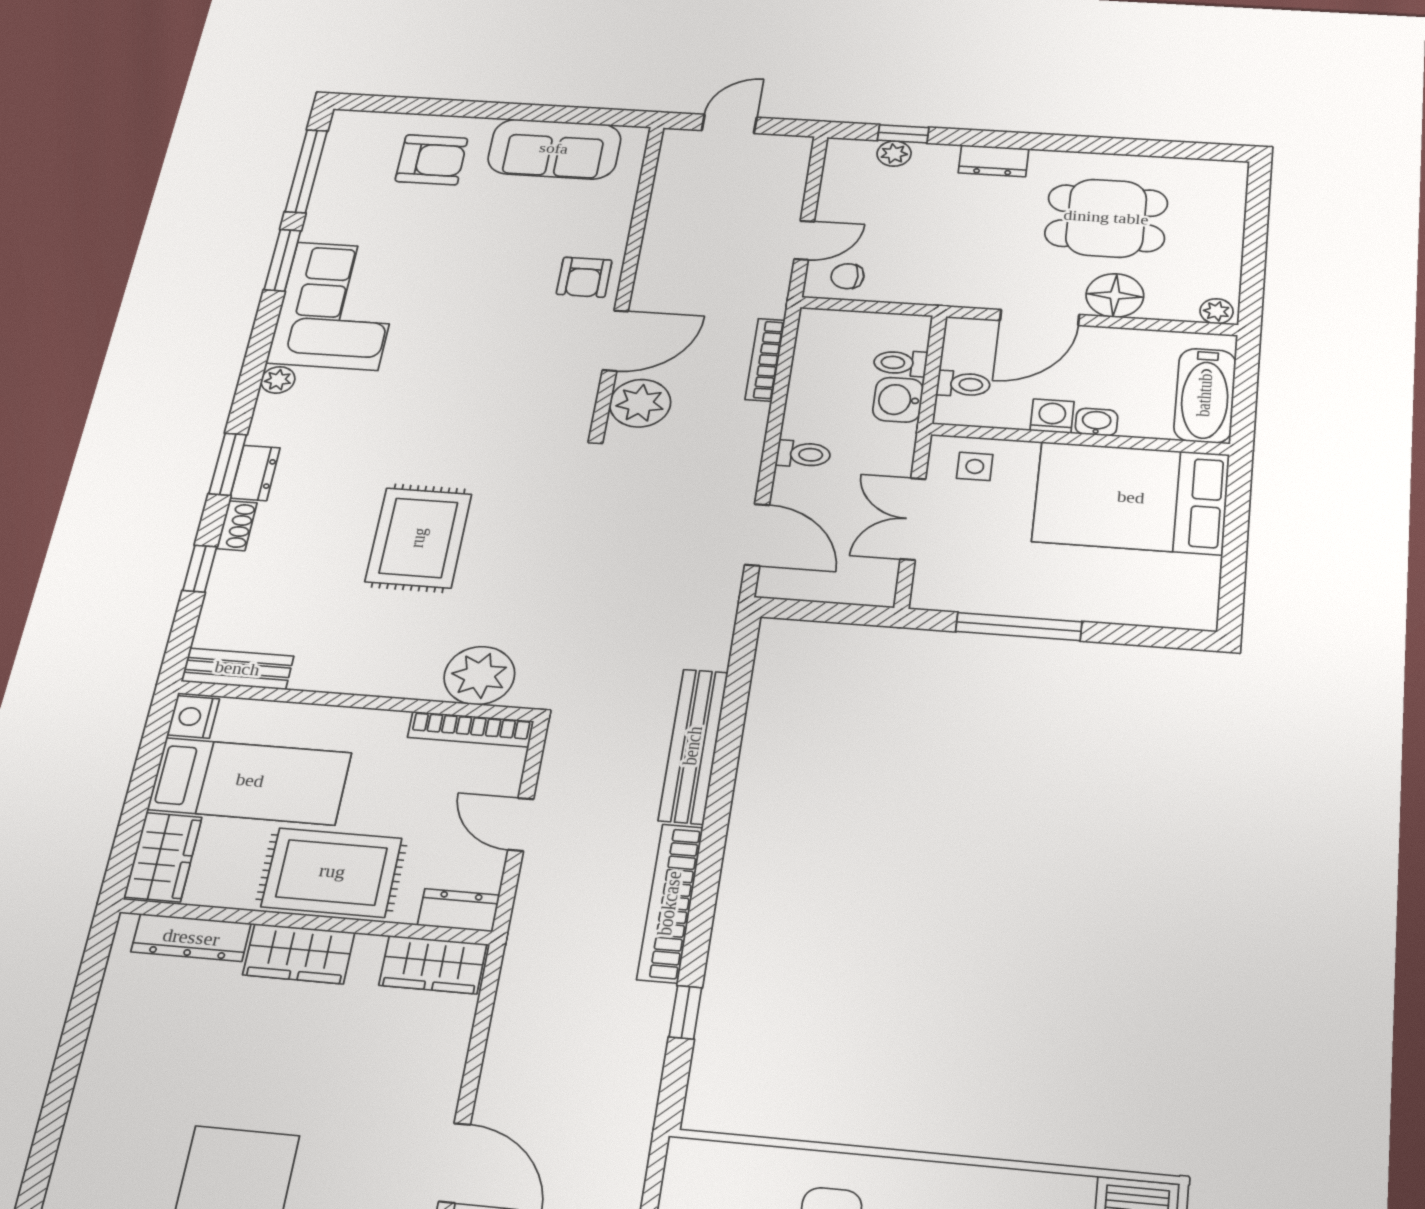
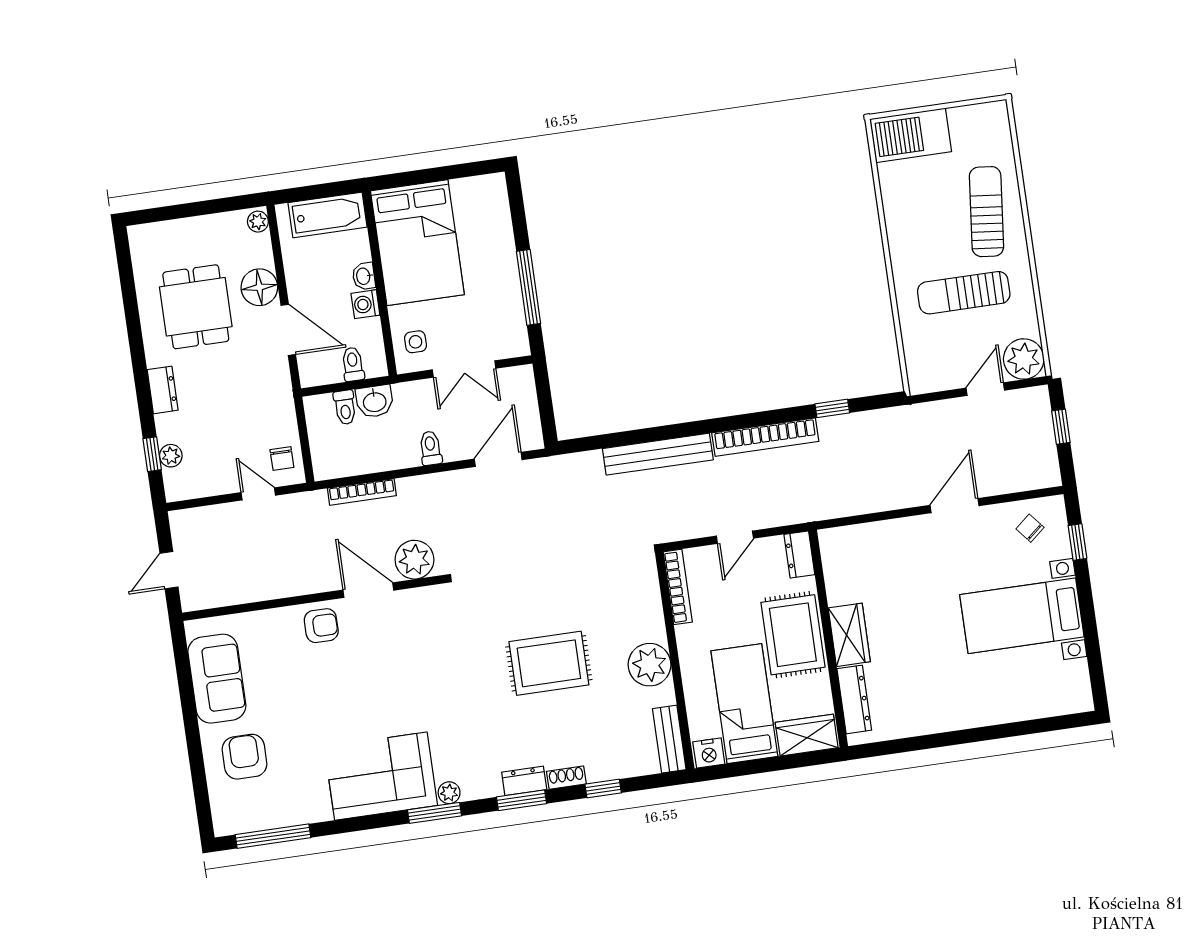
door: (729, 124) -> (169, 570), hinge flipped
window: (282, 260) -> (434, 813), moved
plant: (479, 675) -> (649, 665), moved
wardrobe: (433, 965) -> (837, 557), removed

